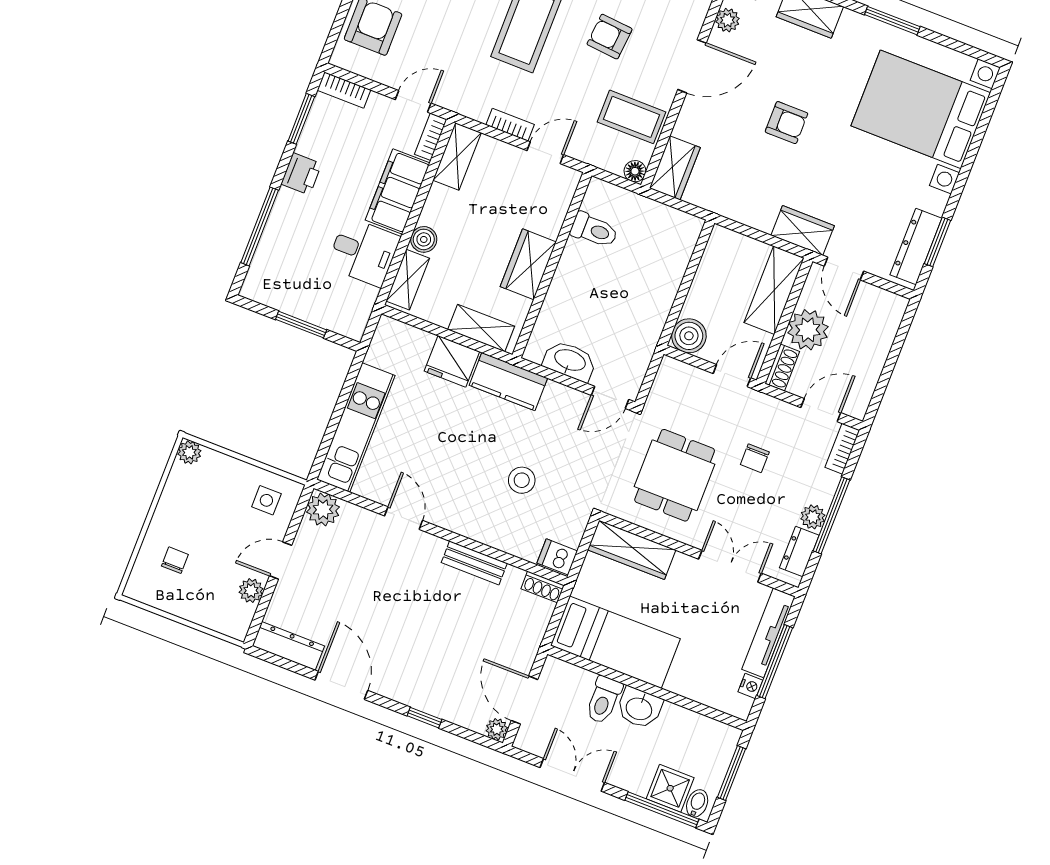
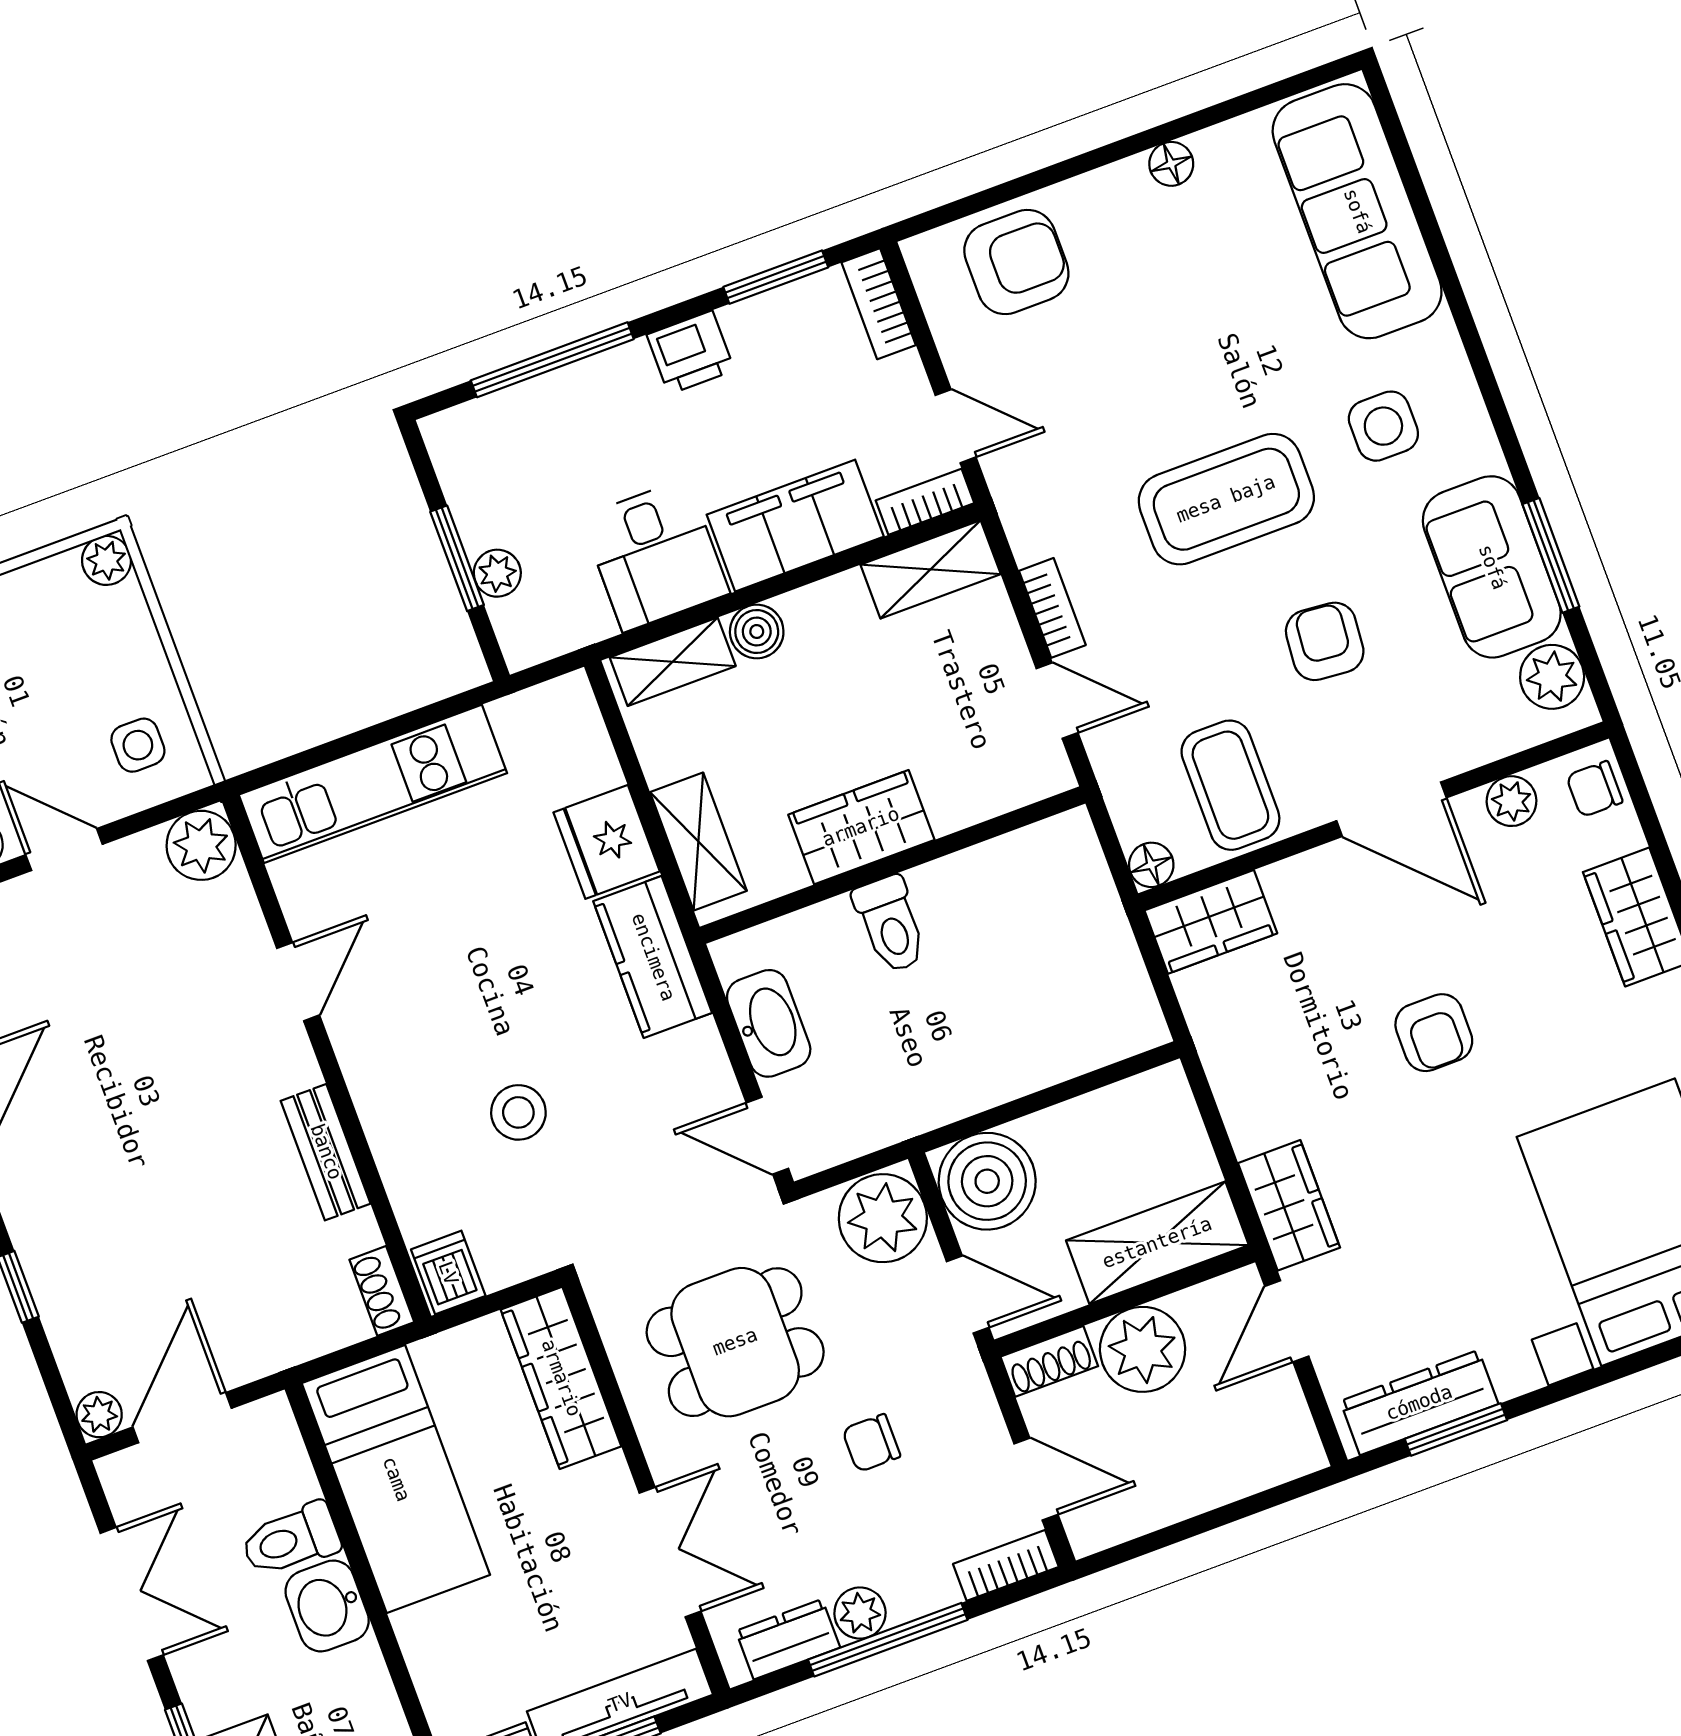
toilet: (594, 230) -> (890, 924), moved
plant: (319, 315) -> (497, 573), added
boiler: (689, 336) -> (987, 1181), width x1.37, depth x1.37
plant: (677, 382) -> (883, 1218), added

